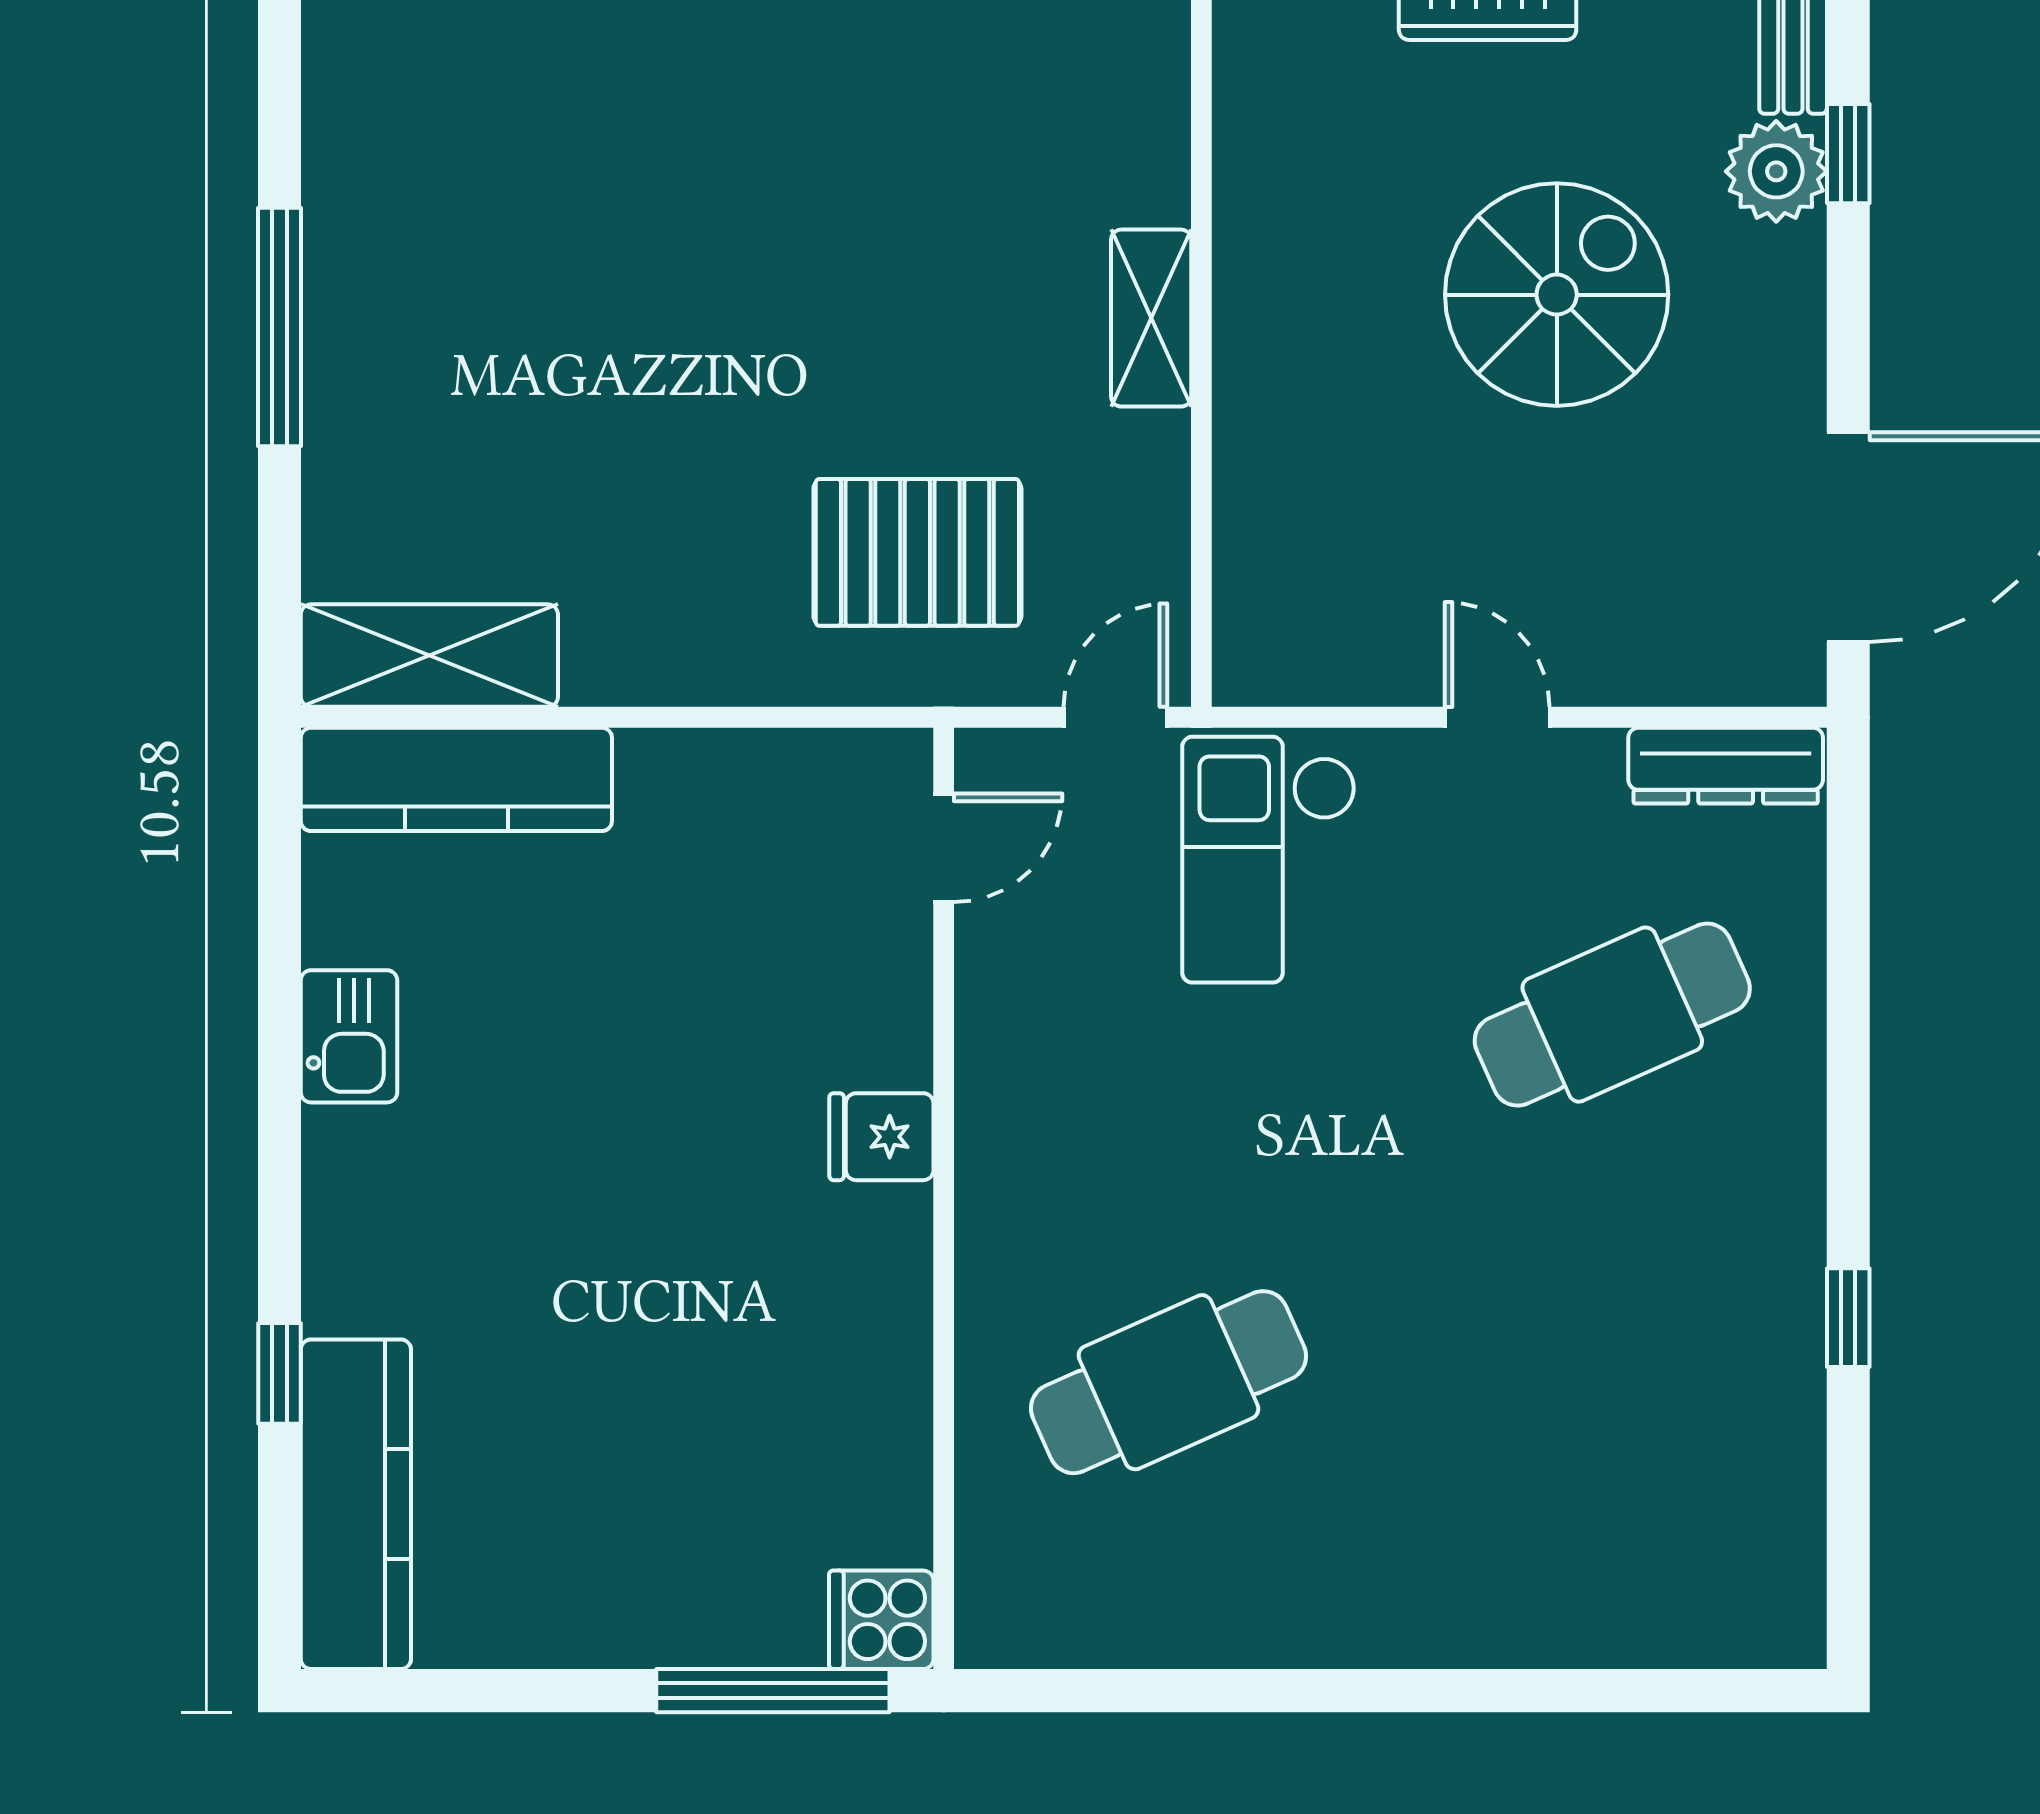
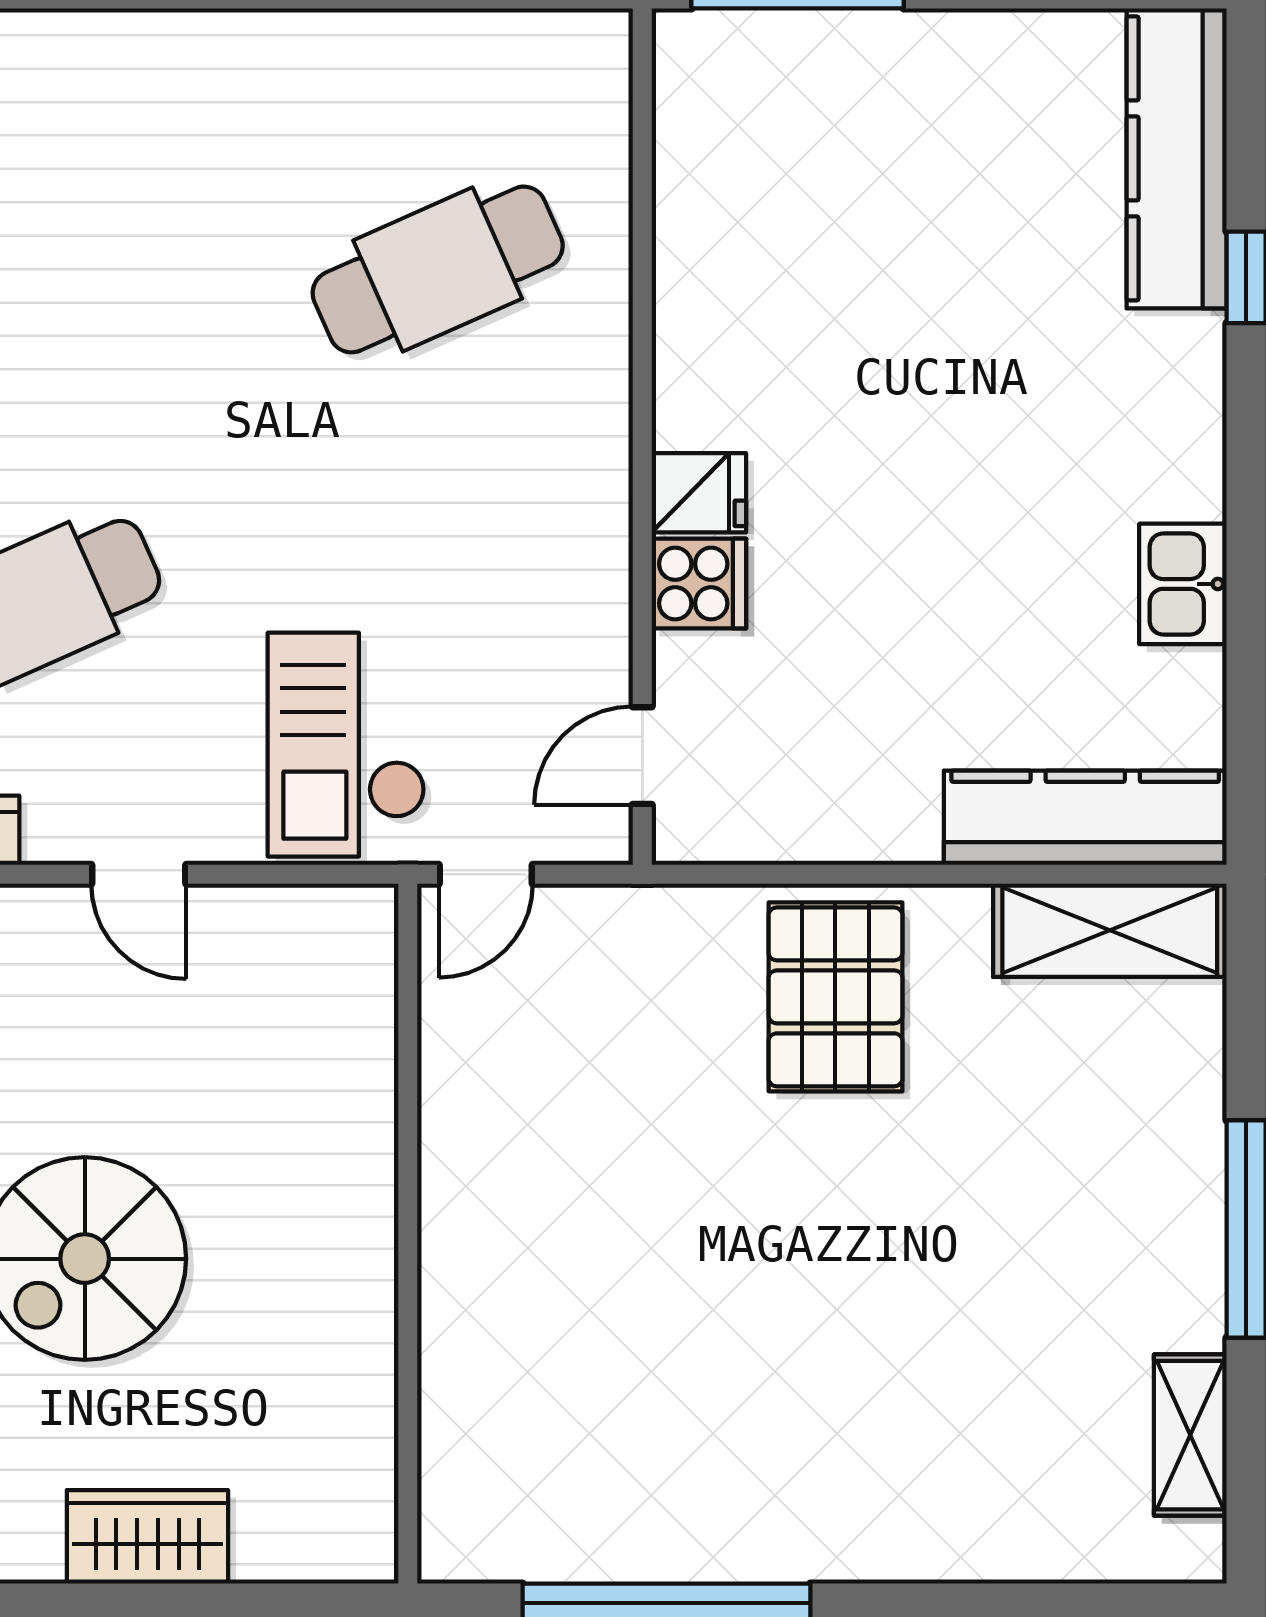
shelving: (1151, 318) -> (1190, 1435), moved
pallet: (917, 552) -> (835, 997), moved, turned 90
checkout: (1269, 860) -> (346, 745), turned 180
cooker: (881, 1620) -> (699, 584), moved

